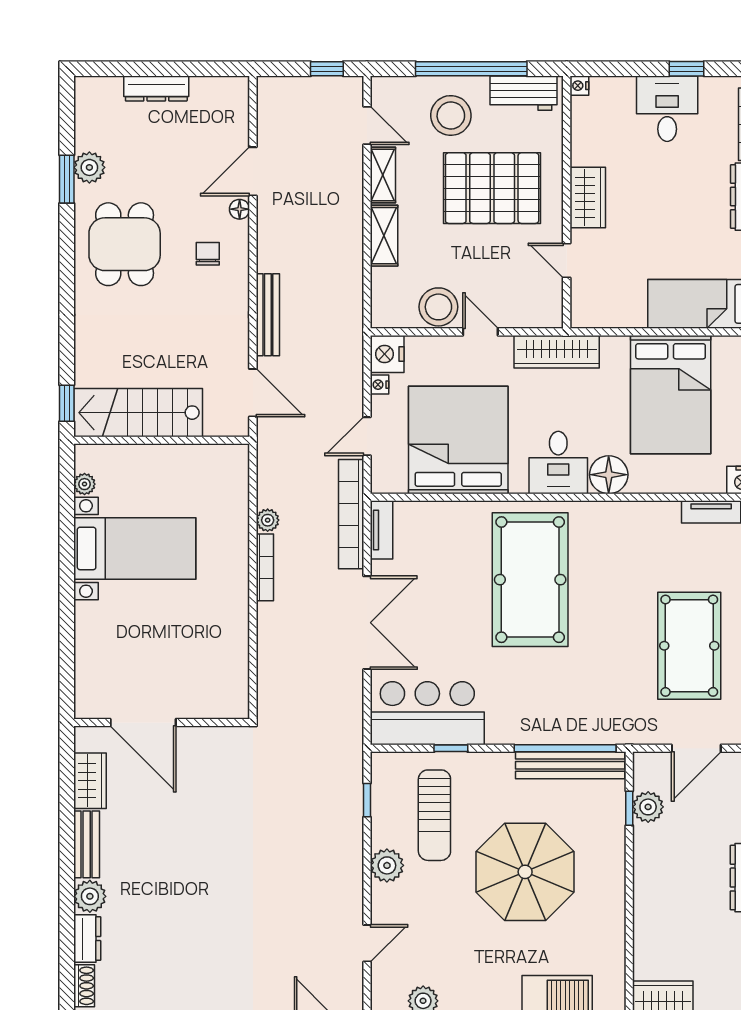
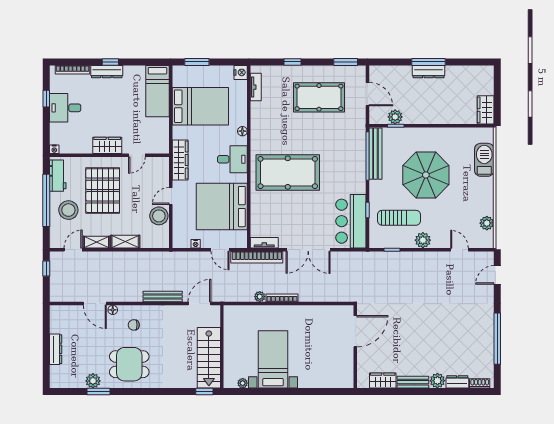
nightstand: (387, 354) -> (181, 240), removed
floor lamp: (609, 475) -> (242, 131), width x0.53, depth x0.53
double door: (367, 623) -> (308, 250), swing flipped
door: (143, 723) -> (355, 331), moved

